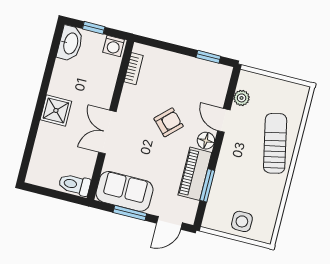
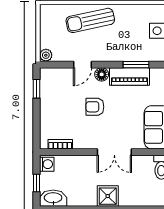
plant: (242, 98) -> (46, 55), moved
armchair: (169, 122) -> (95, 107), turned -46

